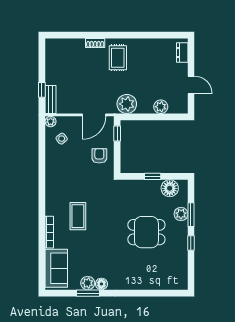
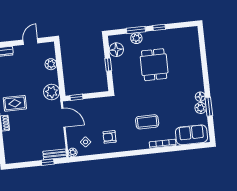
armchair: (99, 156) -> (110, 137), moved

